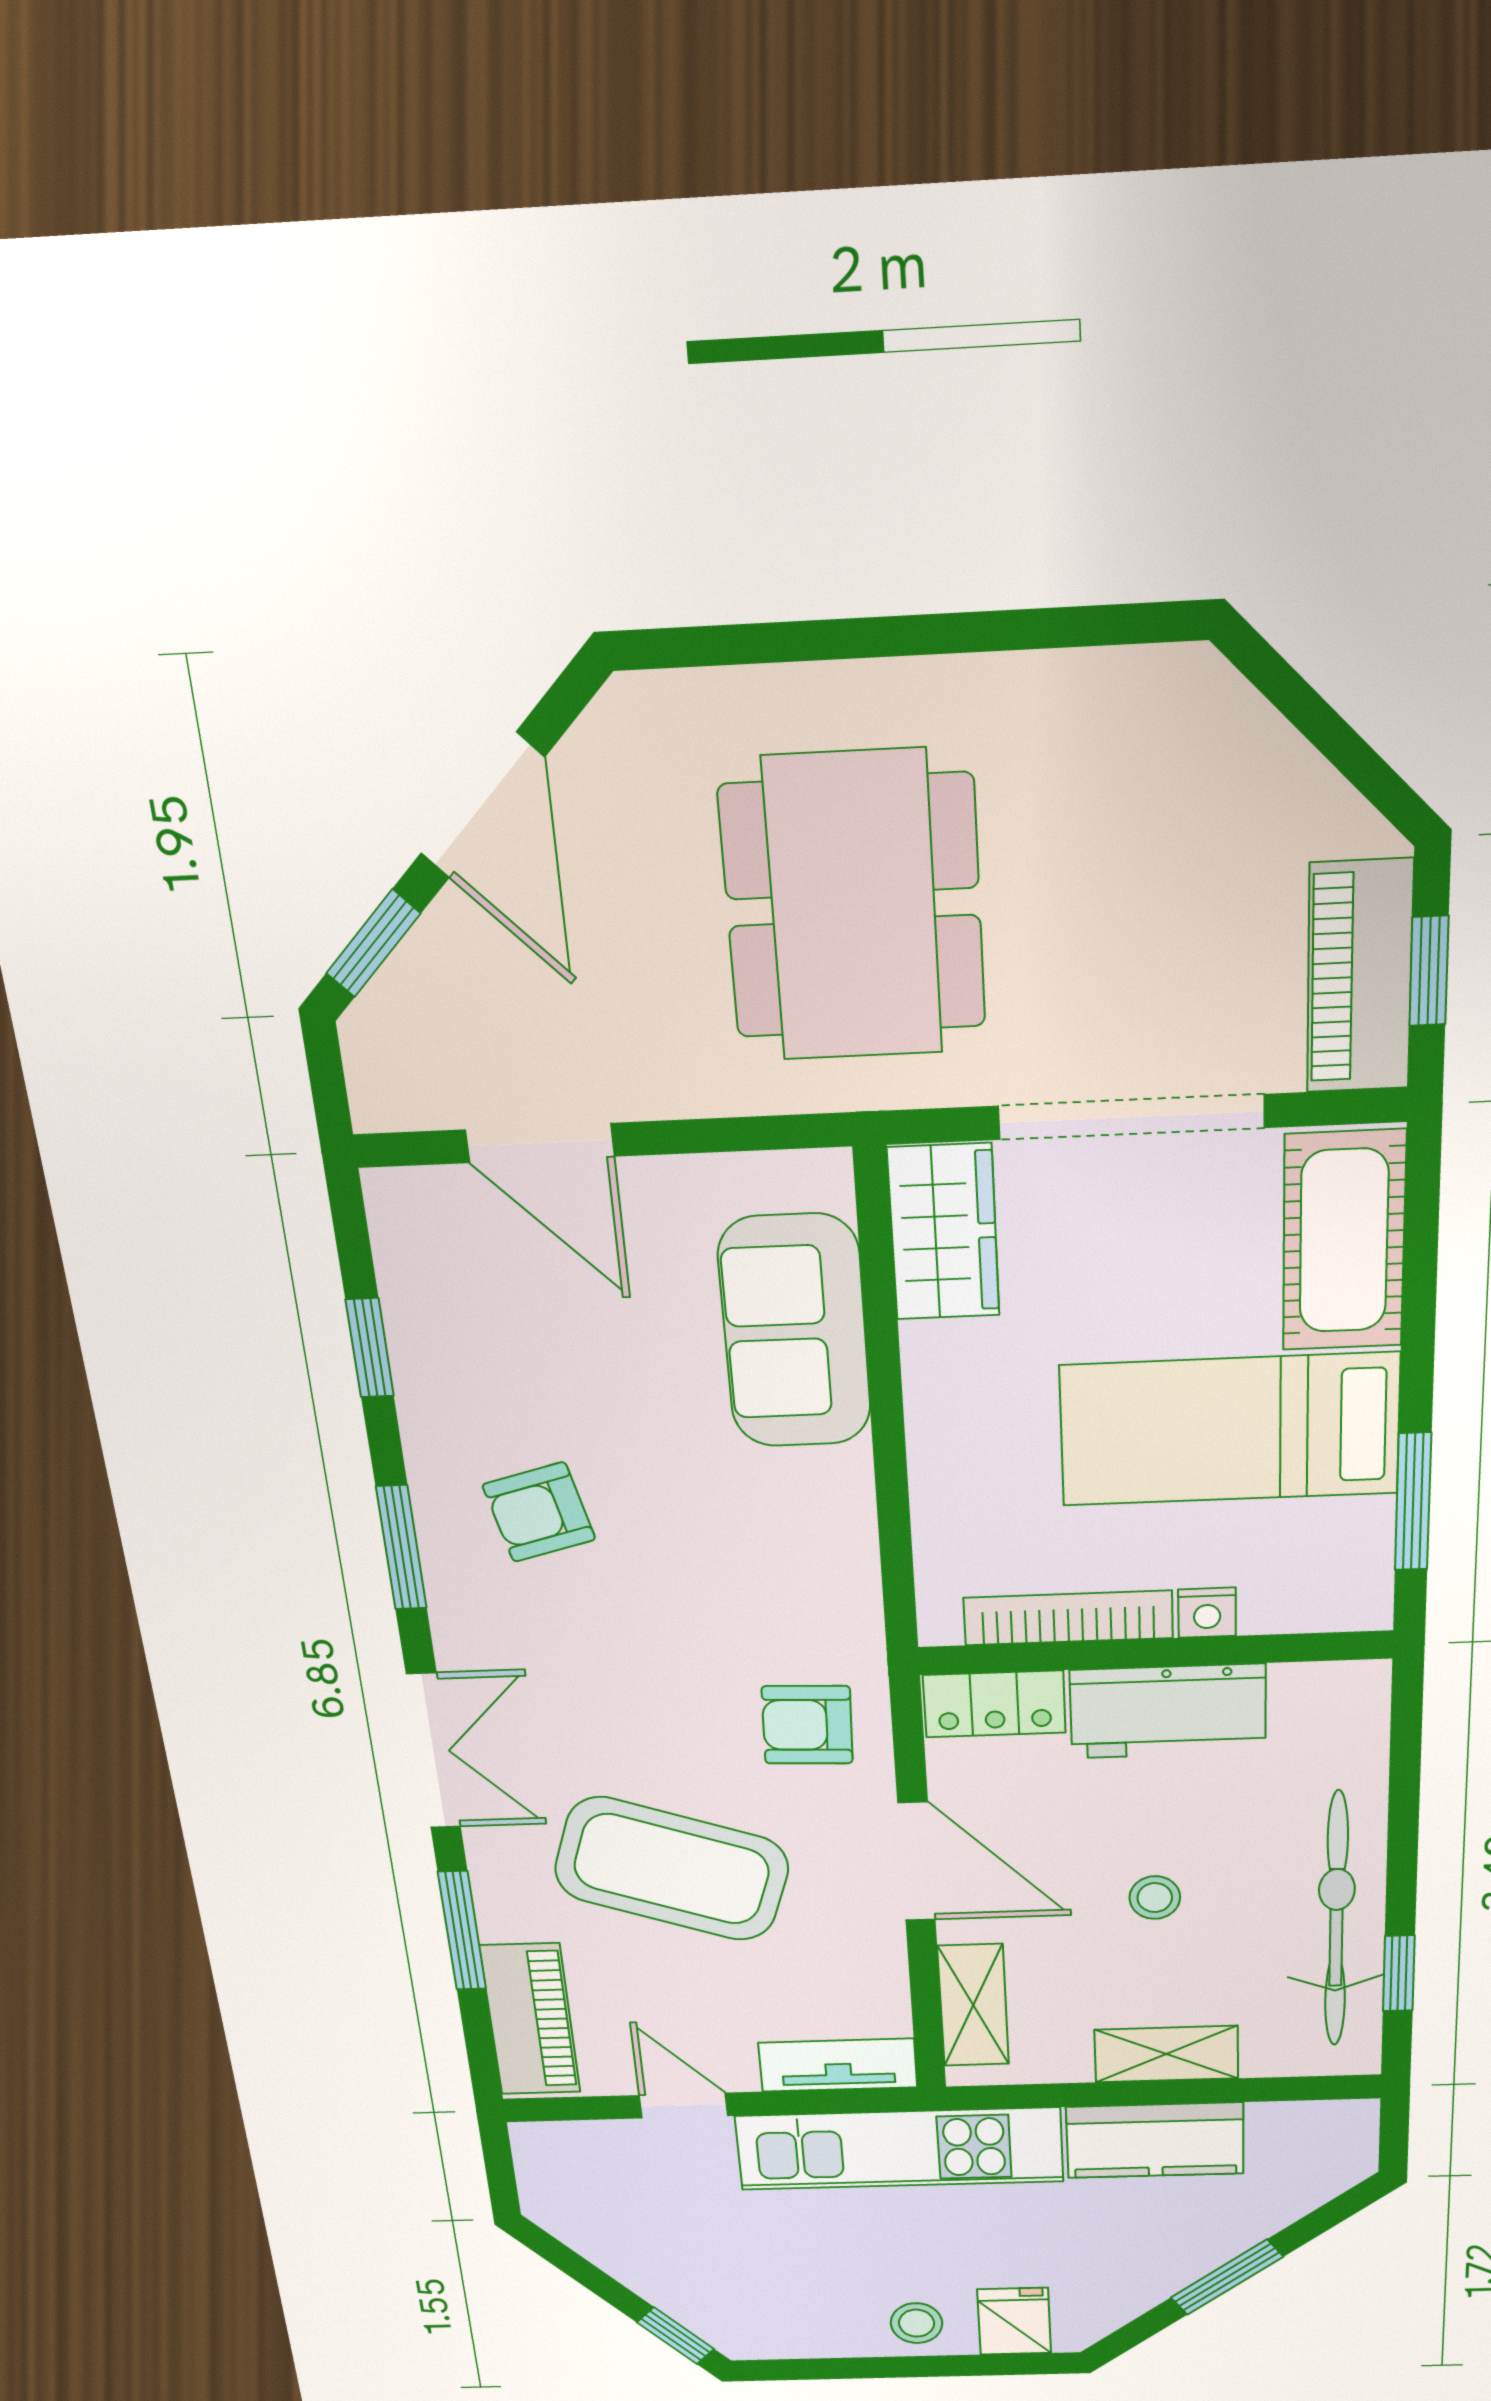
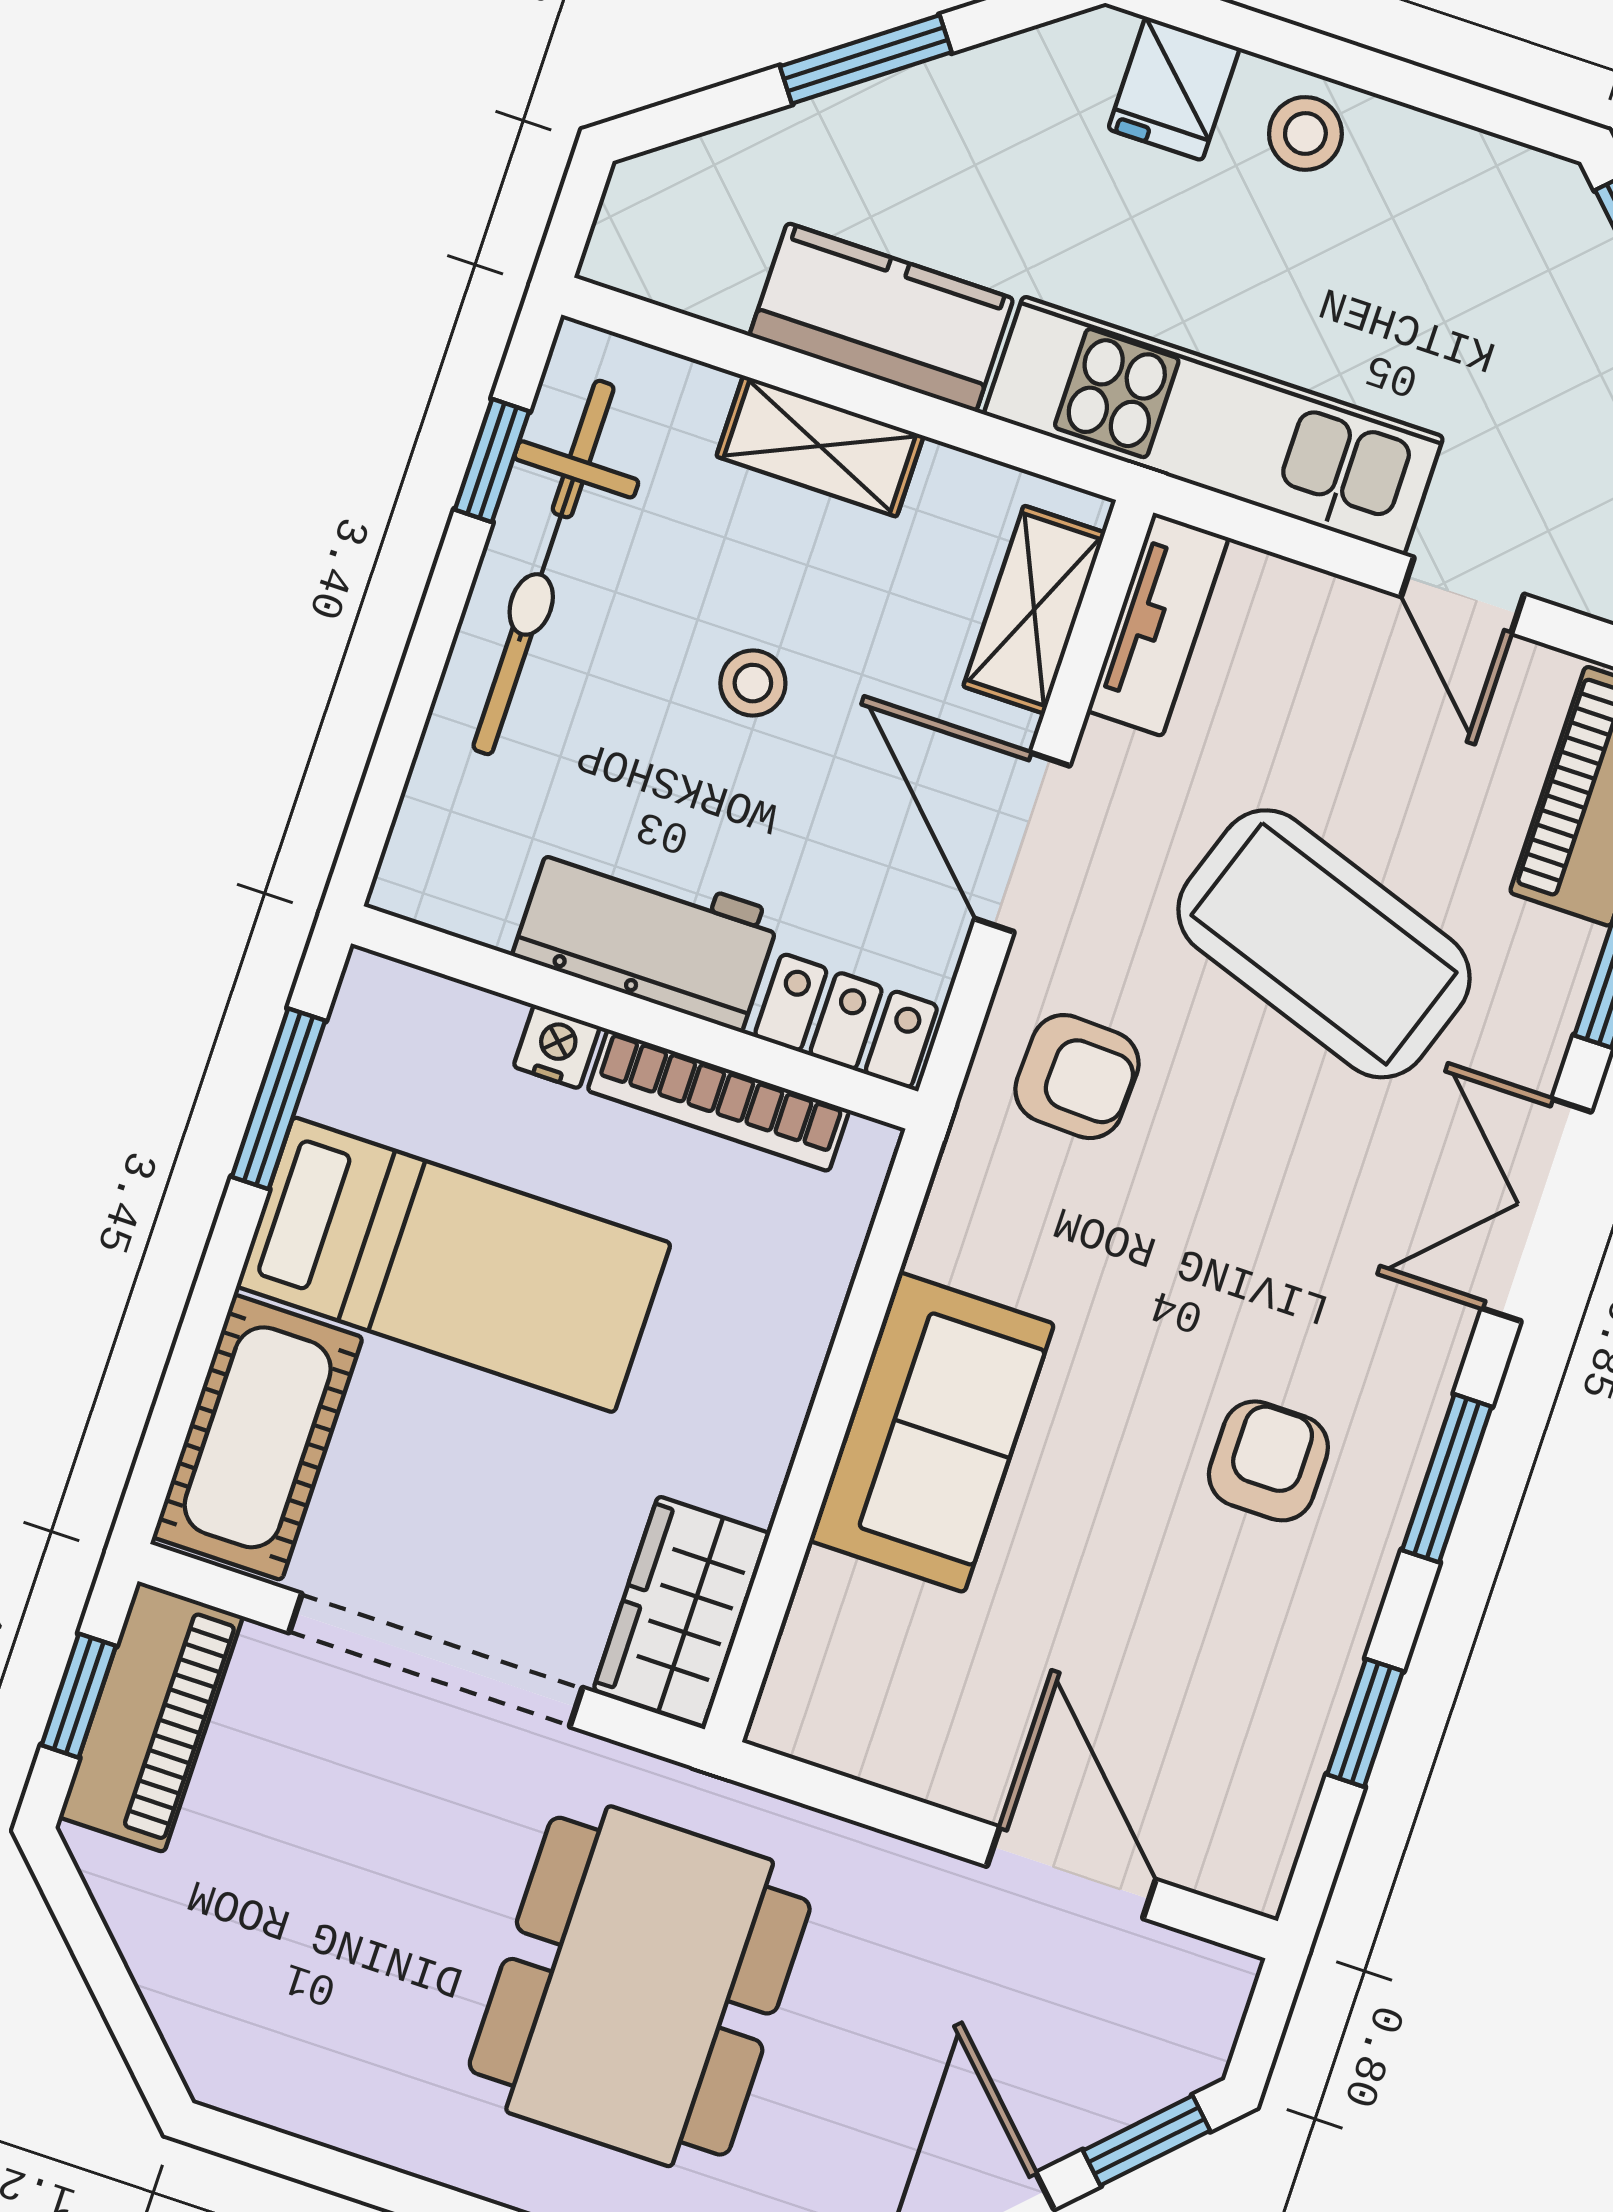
sofa: (795, 1332) -> (932, 1432), moved
armchair: (539, 1512) -> (1268, 1461), turned -76
tv unit: (838, 2065) -> (1158, 624), moved, turned -90

